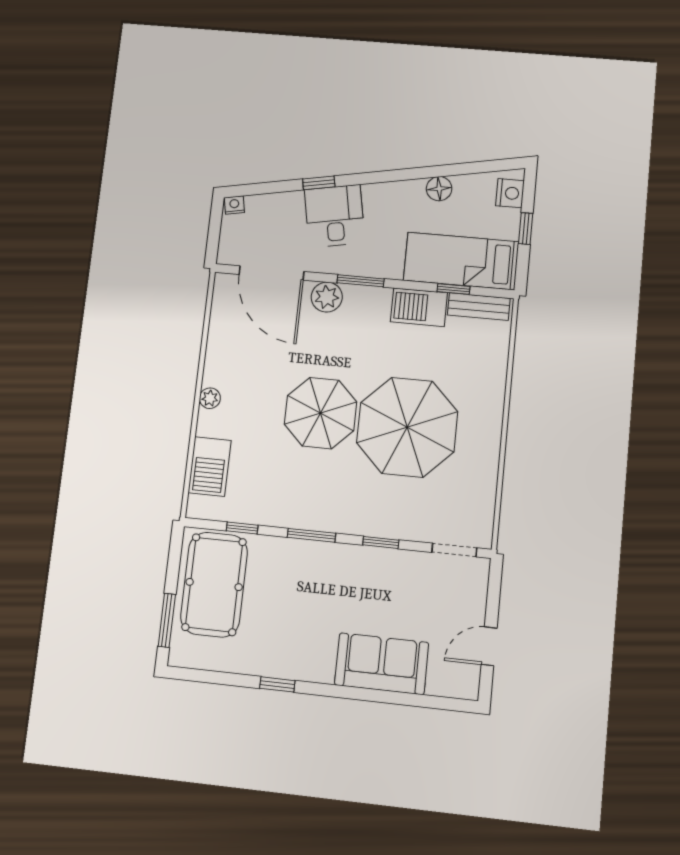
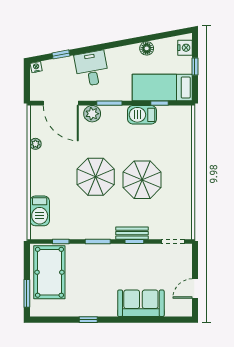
window: (319, 183) -> (61, 54), moved
bench: (479, 307) -> (132, 233), moved
plant: (210, 398) -> (35, 144), moved
parasol: (407, 427) -> (142, 180), width x0.73, depth x0.73

